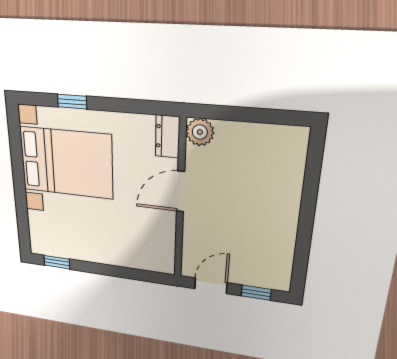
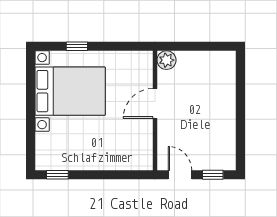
dresser: (167, 137) -> (145, 65), removed
door: (211, 286) -> (180, 175), hinge flipped

